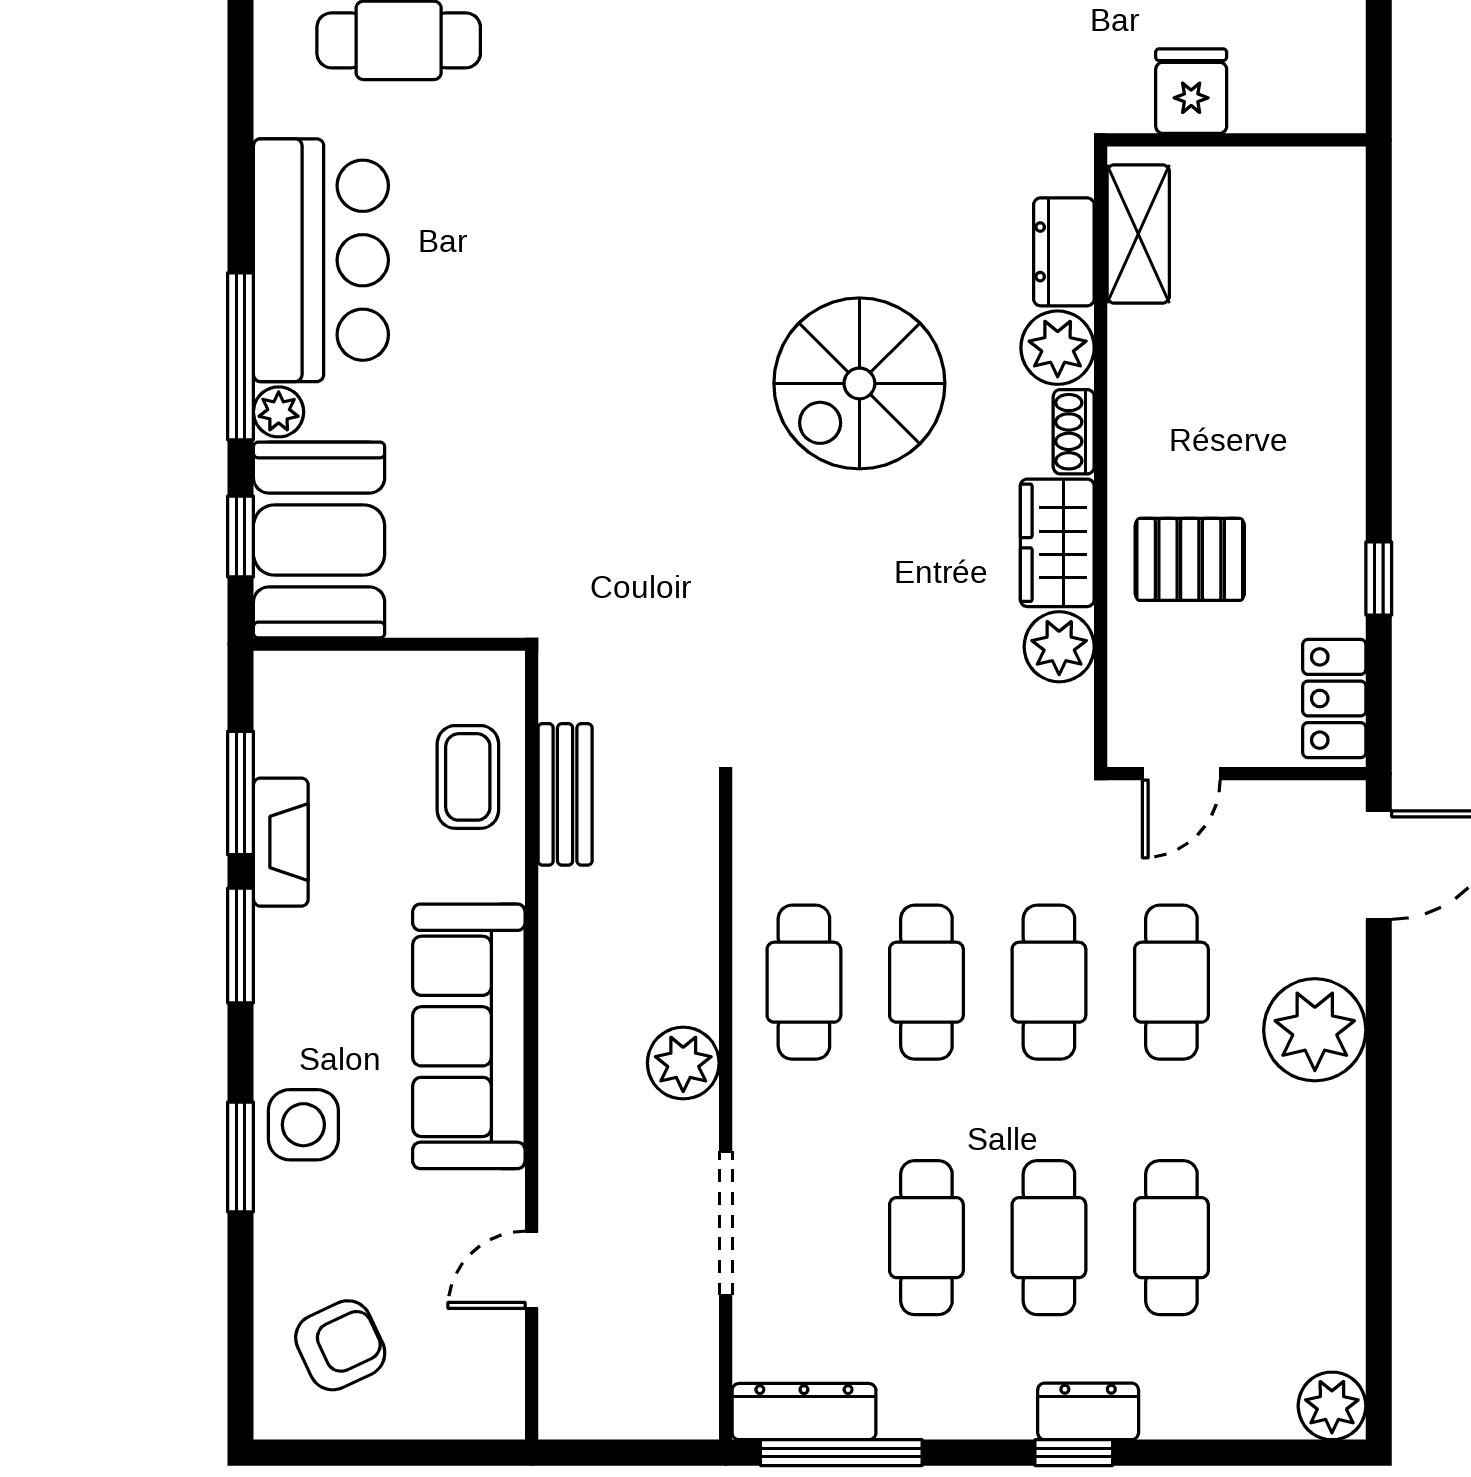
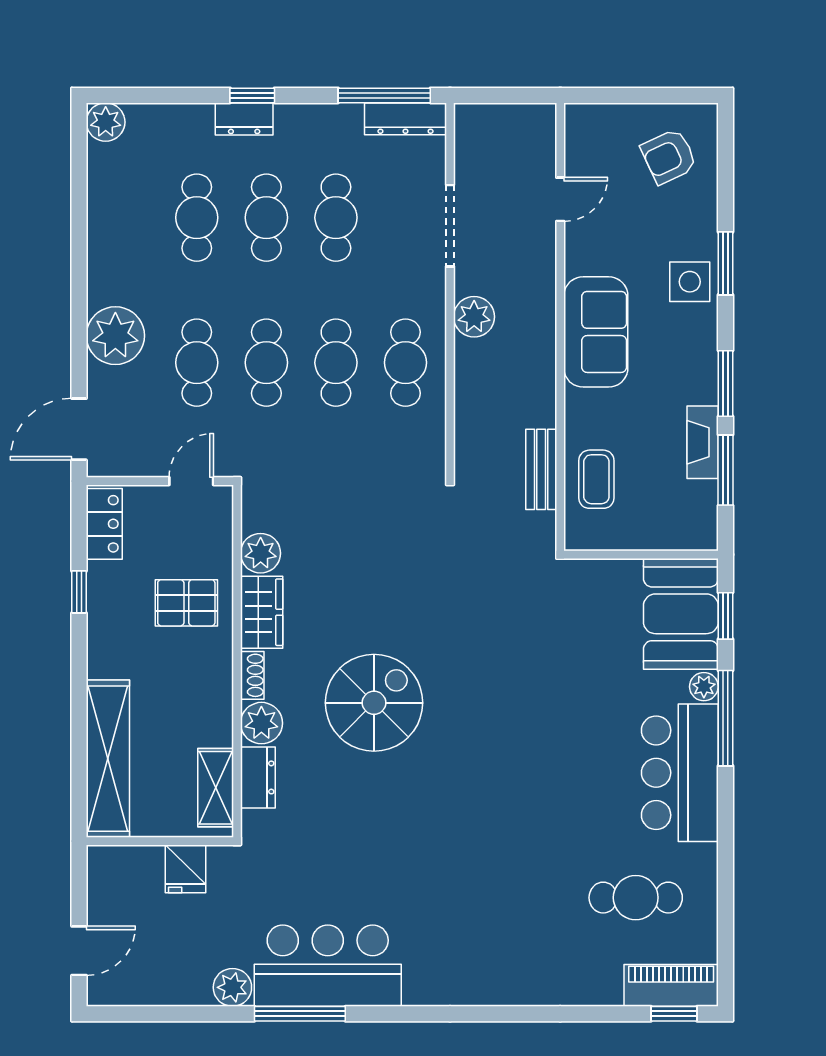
shelving: (1328, 285) -> (108, 759), added
sofa: (469, 1036) -> (596, 332), width x0.73

